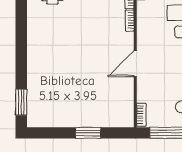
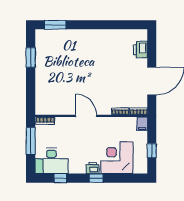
window: (88, 133) -> (31, 57), moved

